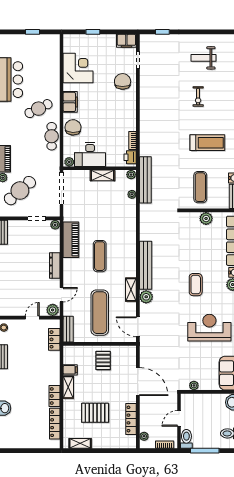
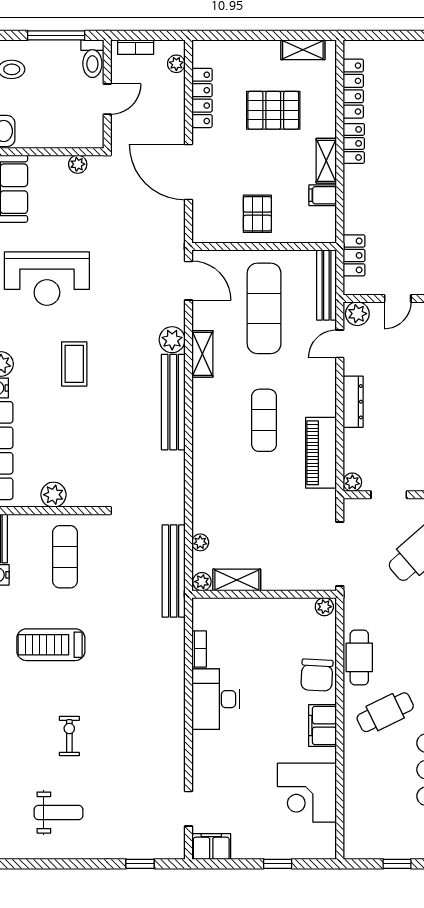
chair: (123, 81) -> (219, 766), removed
desk: (90, 155) -> (216, 699), moved, turned -90
printer: (130, 157) -> (204, 616), removed
shelving: (102, 175) -> (237, 580), moved
bench: (68, 329) -> (326, 285), width x1.36

